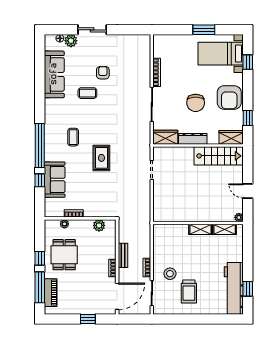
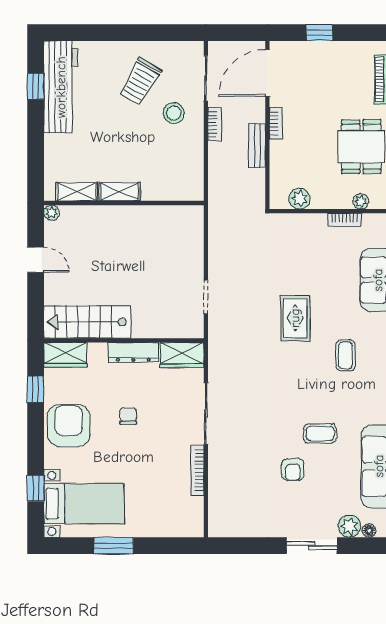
chair: (196, 103) -> (128, 416), width x0.54, depth x0.54
trolley: (189, 292) -> (140, 81), turned -150

